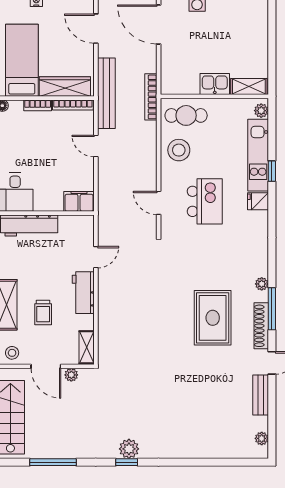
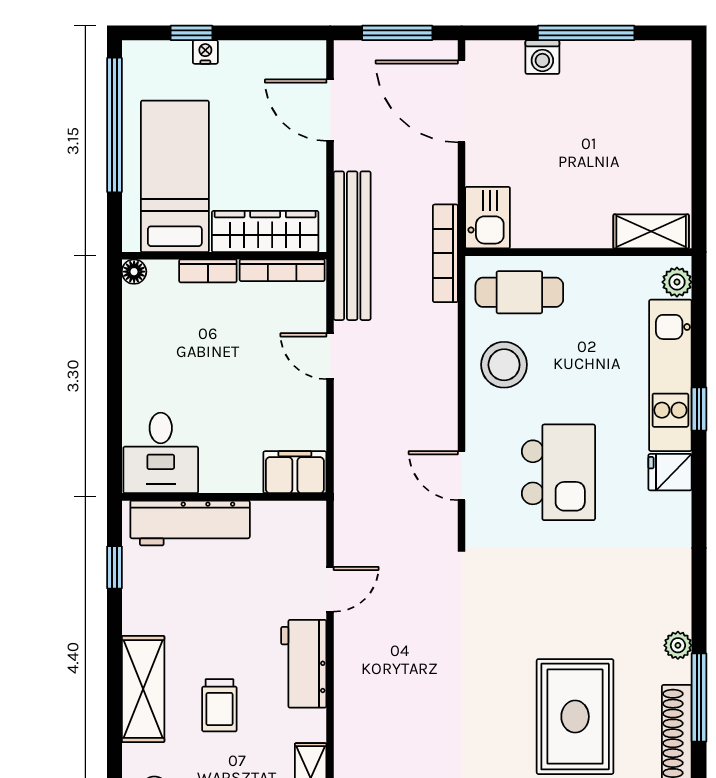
kitchen sink: (215, 84) -> (488, 218), moved, turned 90

